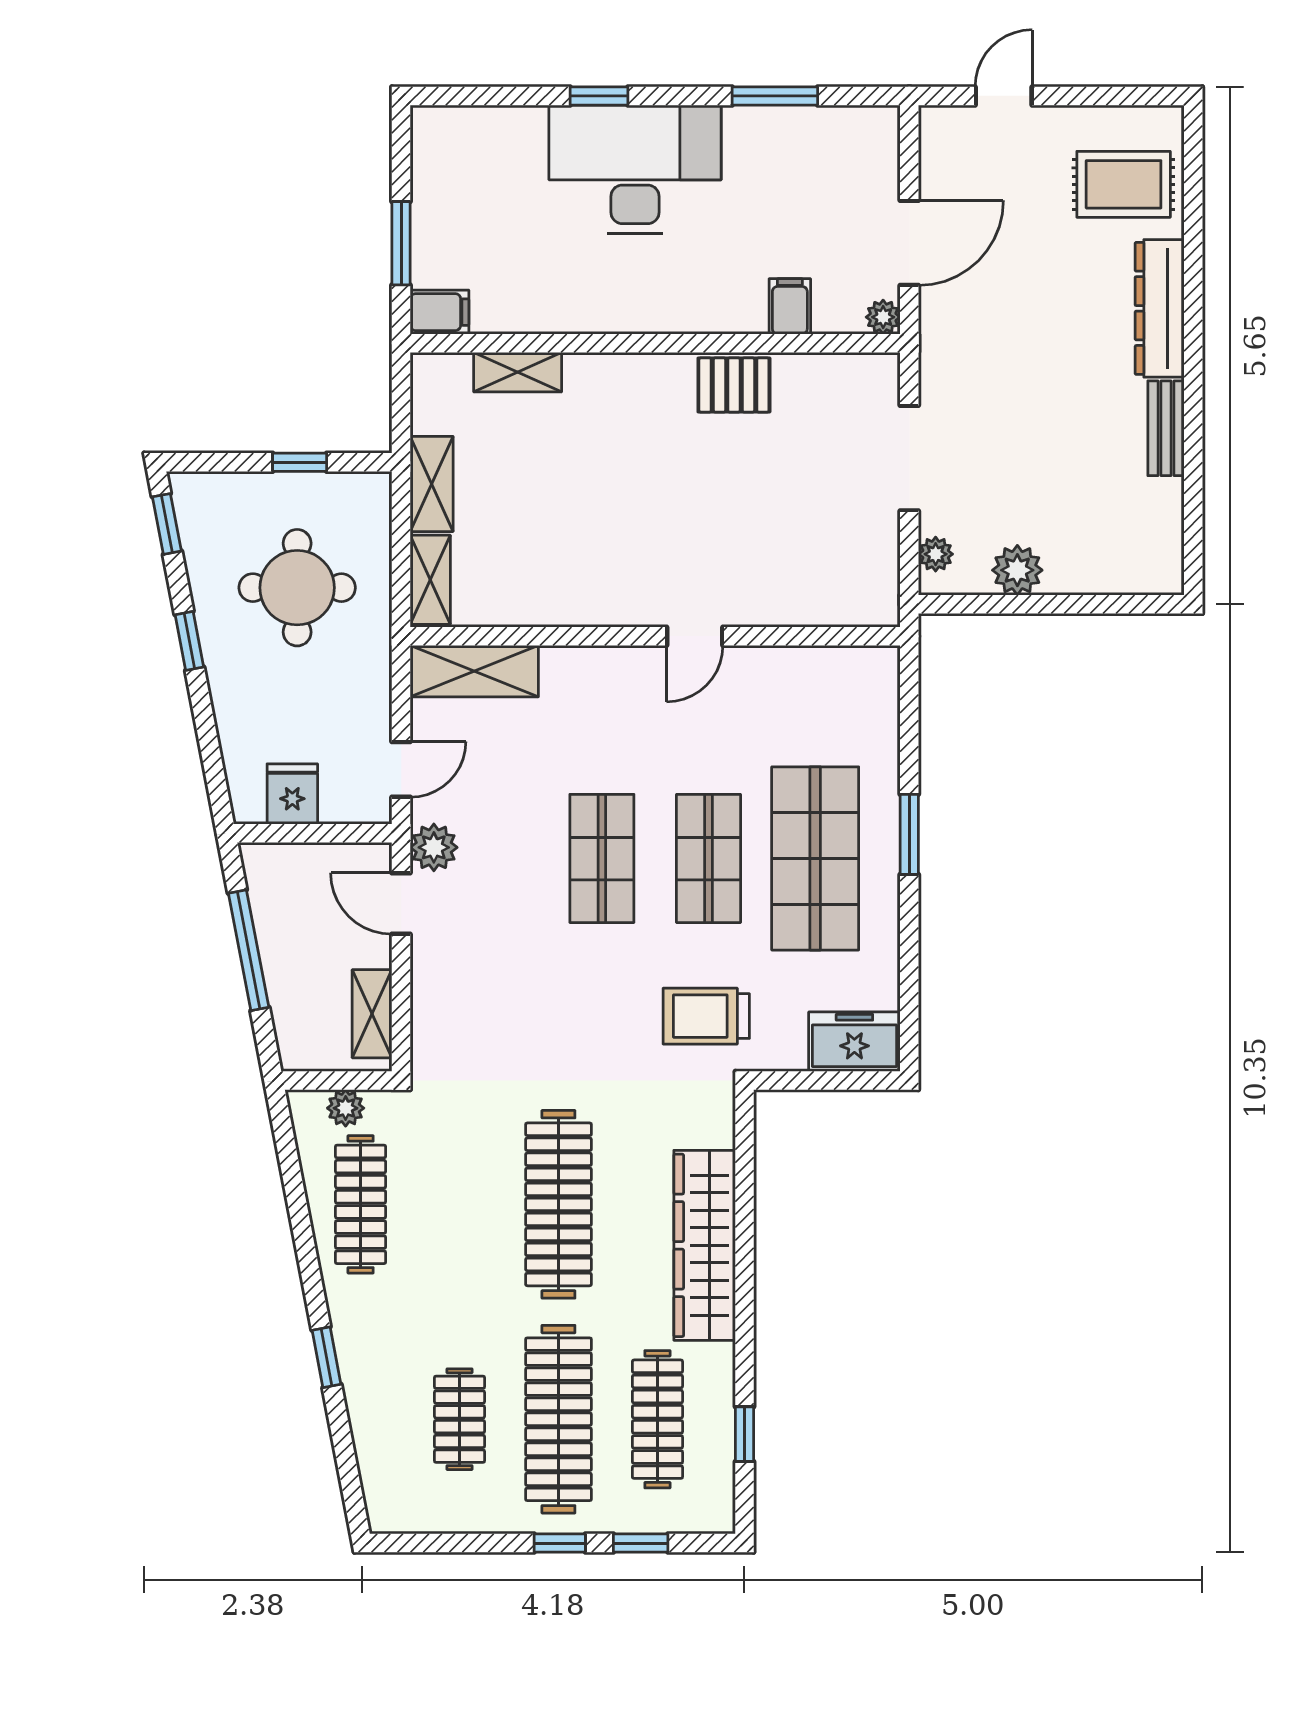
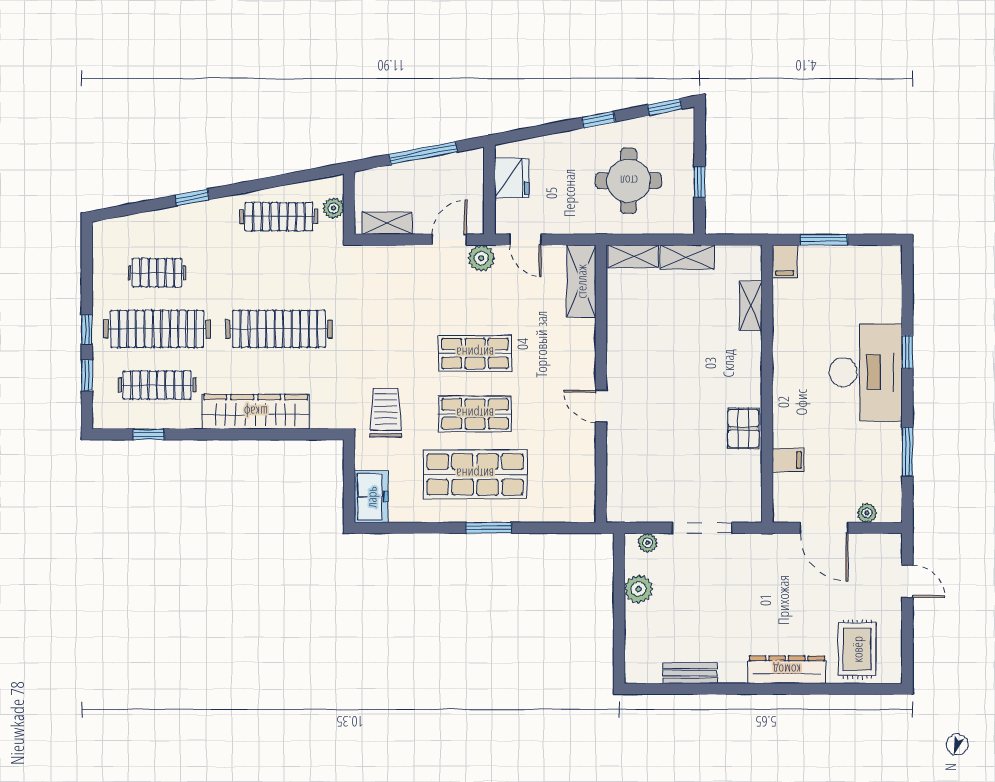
plant: (883, 317) -> (867, 513), moved
bench: (1166, 428) -> (690, 673), moved
fridge: (292, 794) -> (512, 178), width x1.38

